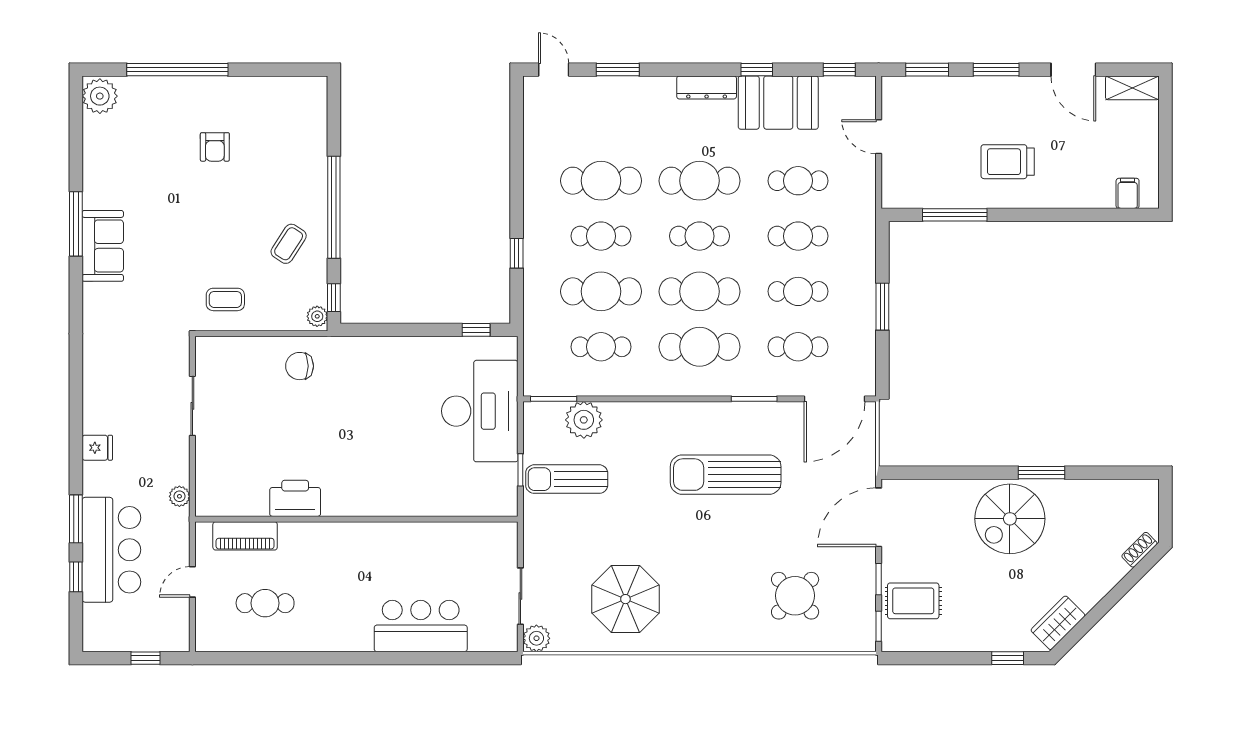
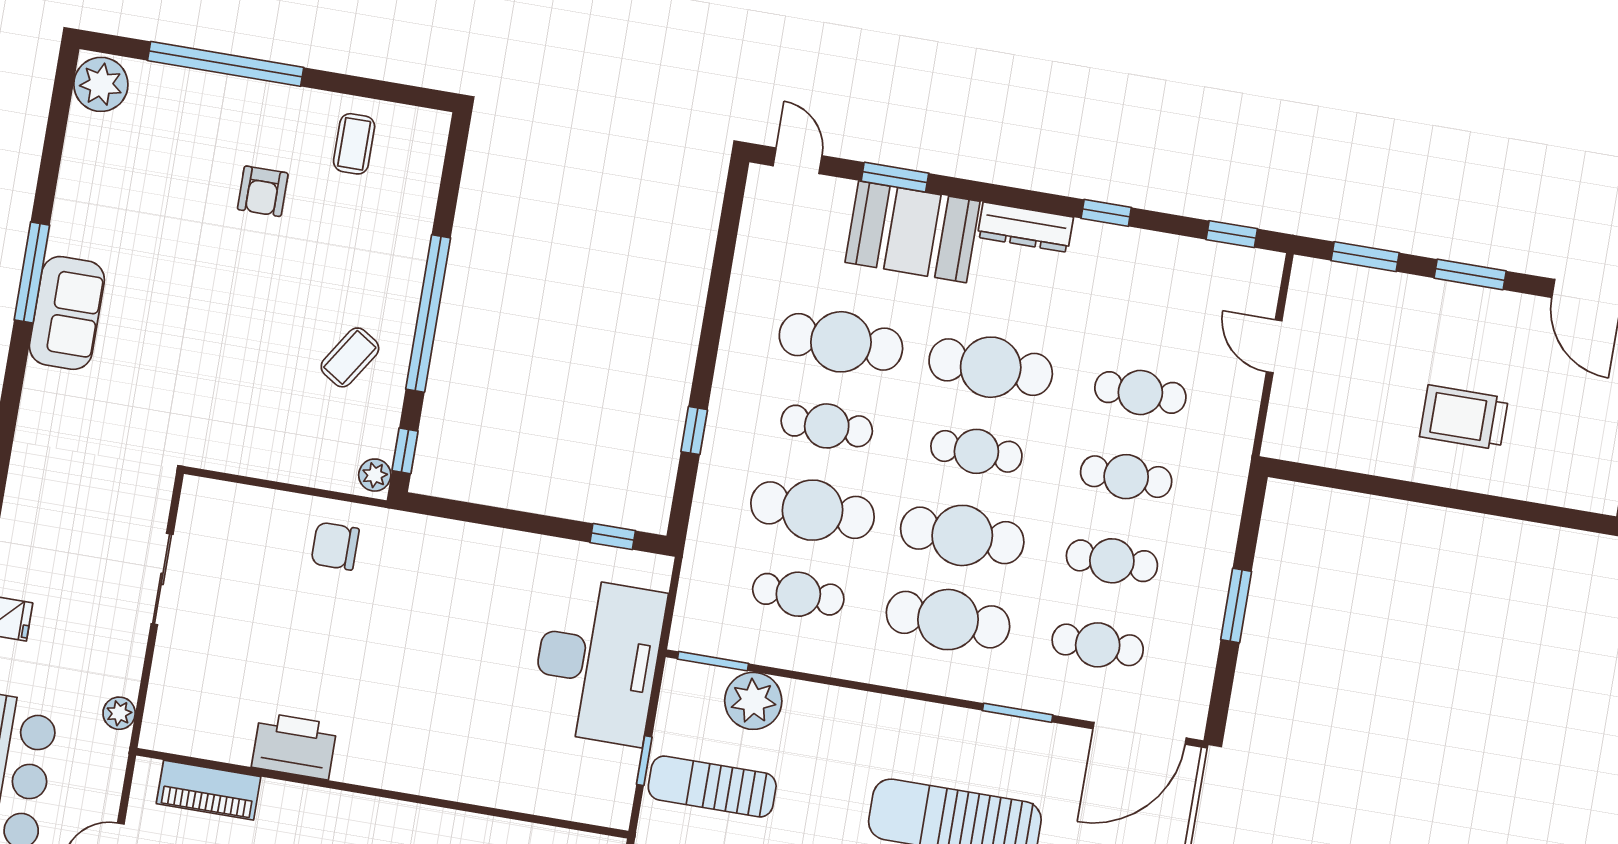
booth: (778, 103) -> (912, 232), moved
window: (955, 215) -> (1370, 485), removed
coffee table: (225, 299) -> (354, 144), moved, turned 90

